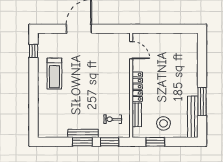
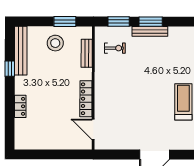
locker: (193, 70) -> (20, 106), added
locker: (137, 87) -> (86, 99), moved
window: (202, 102) -> (10, 69), width x0.46

